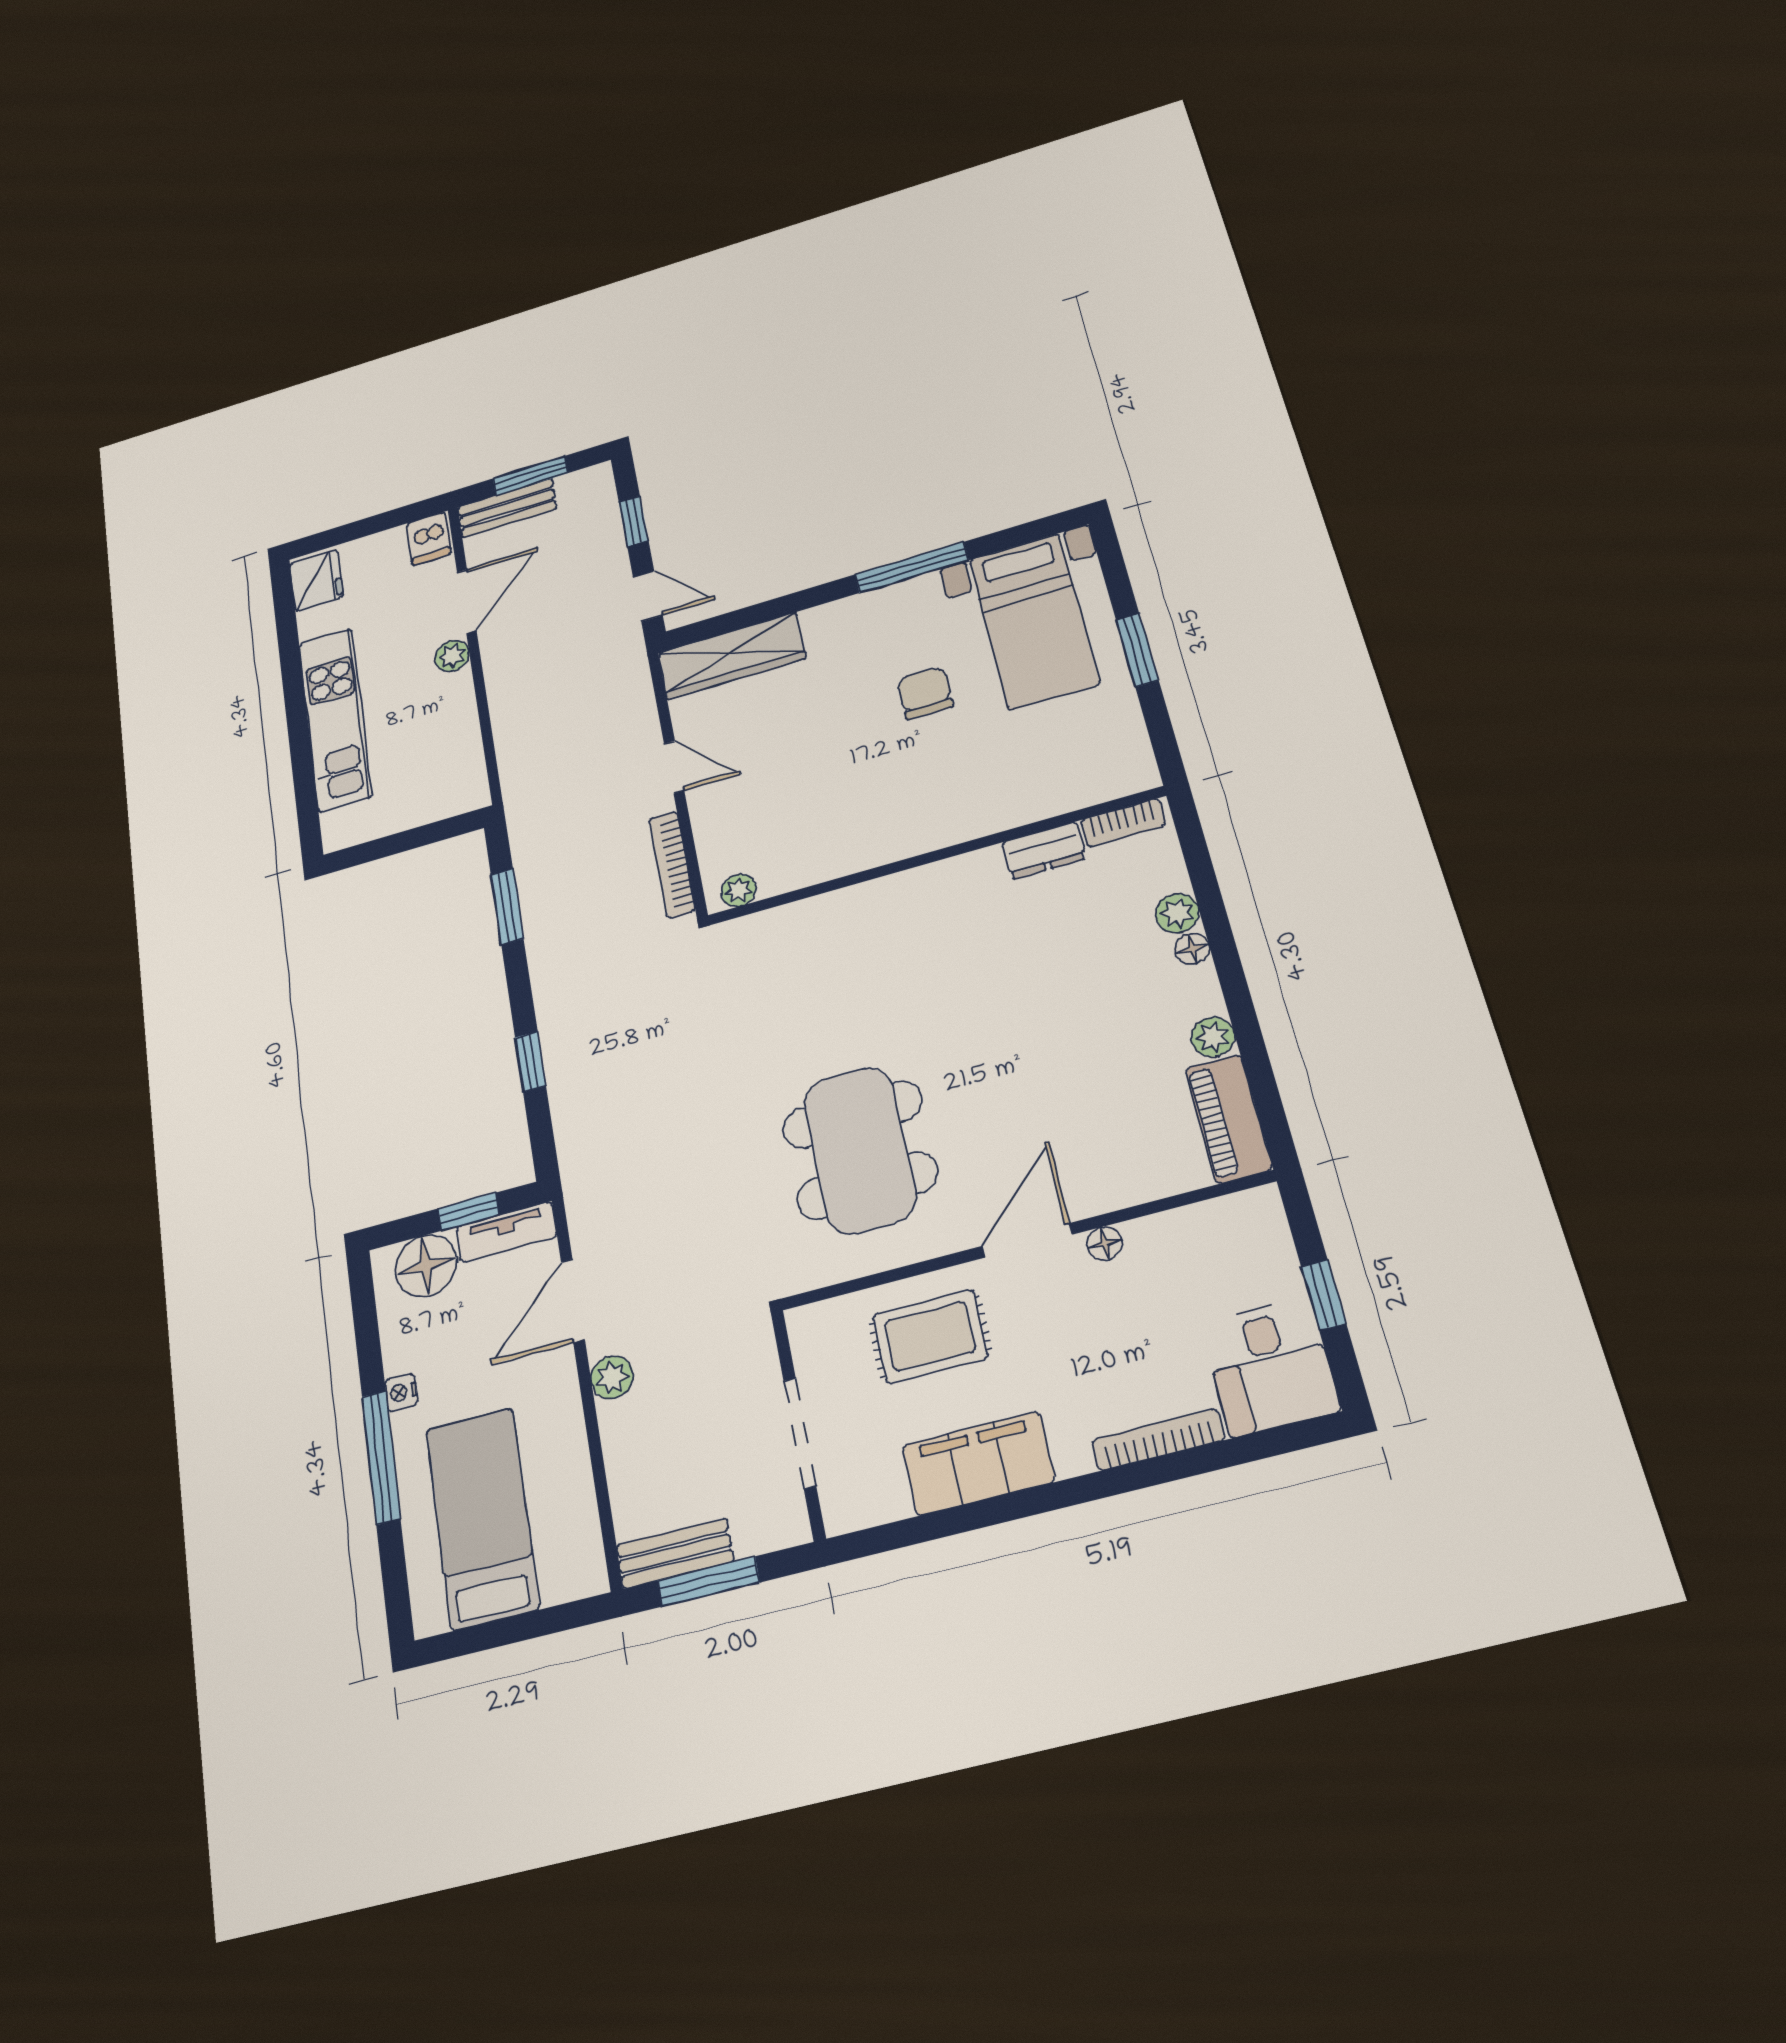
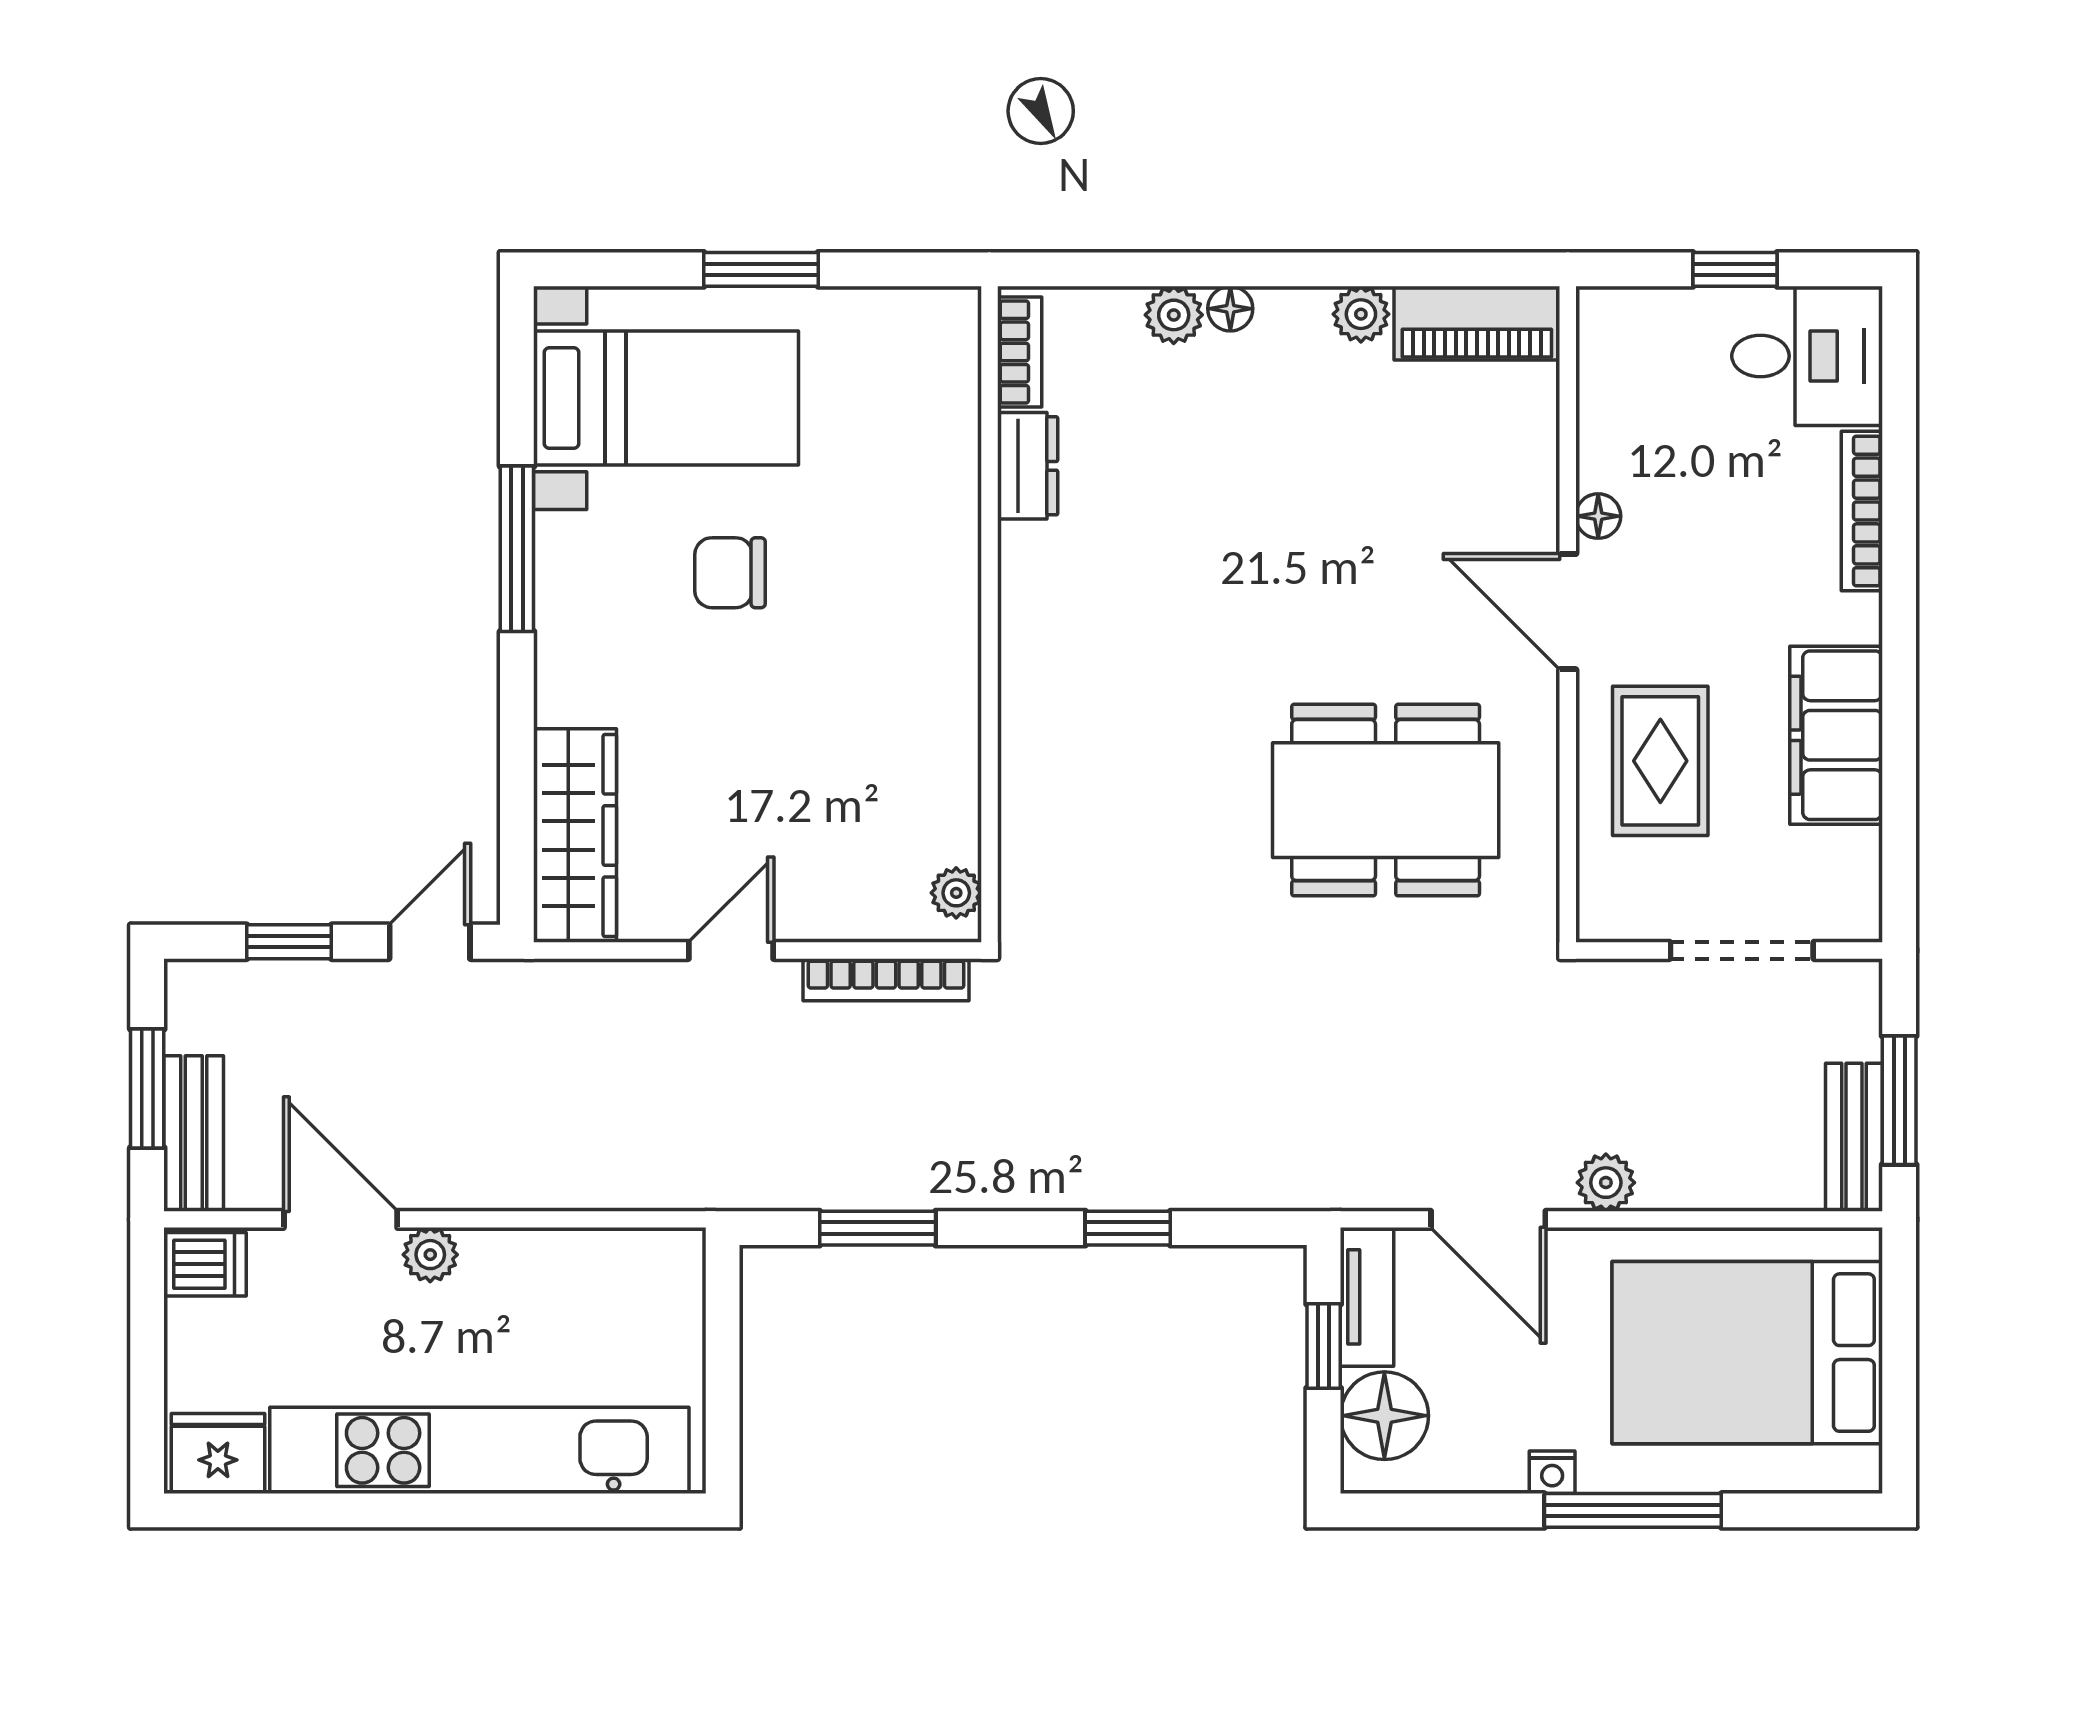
kitchen unit: (335, 719) -> (479, 1450), width x1.36
bed: (482, 1518) -> (1747, 1353), width x1.50

